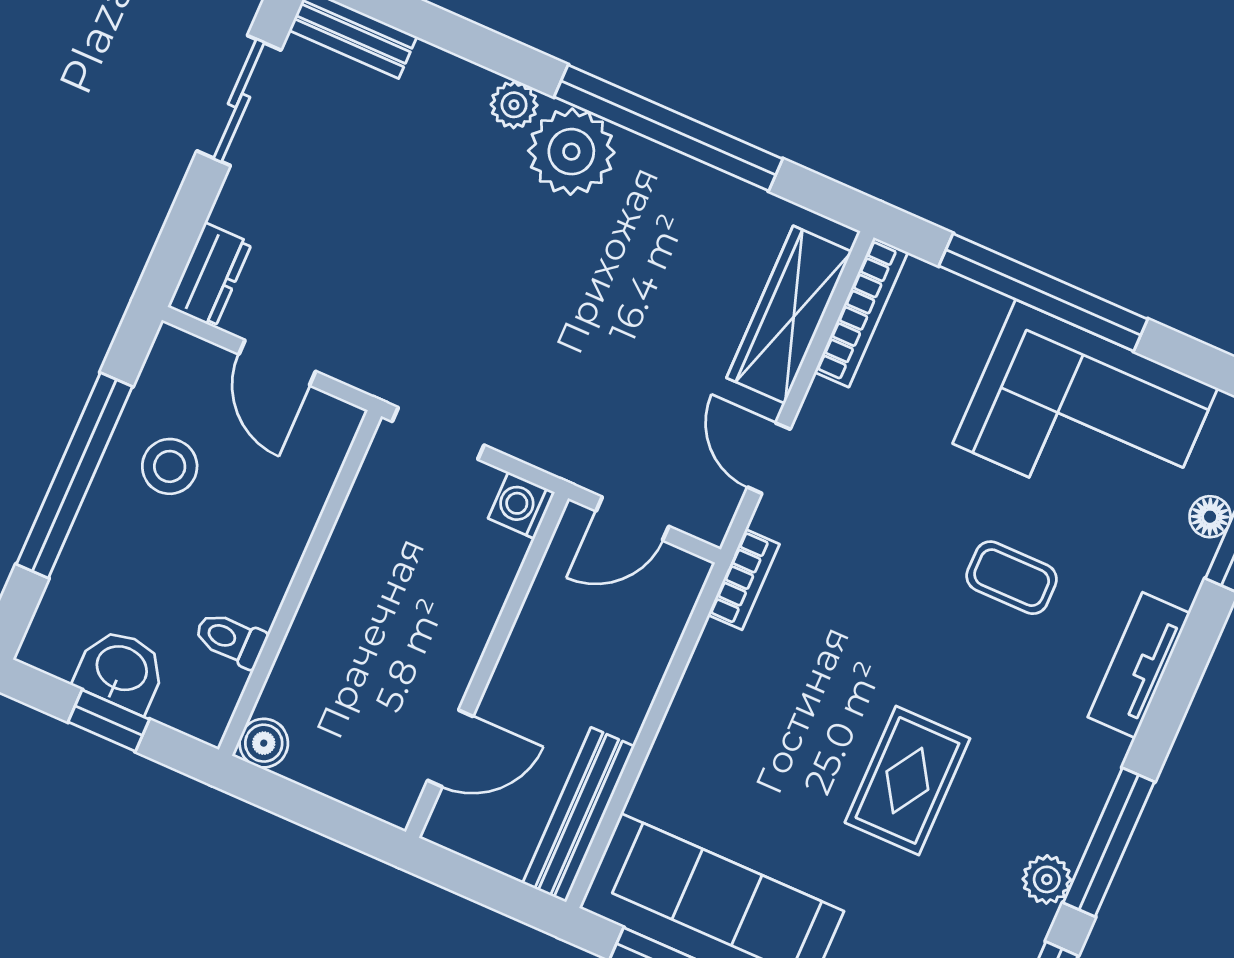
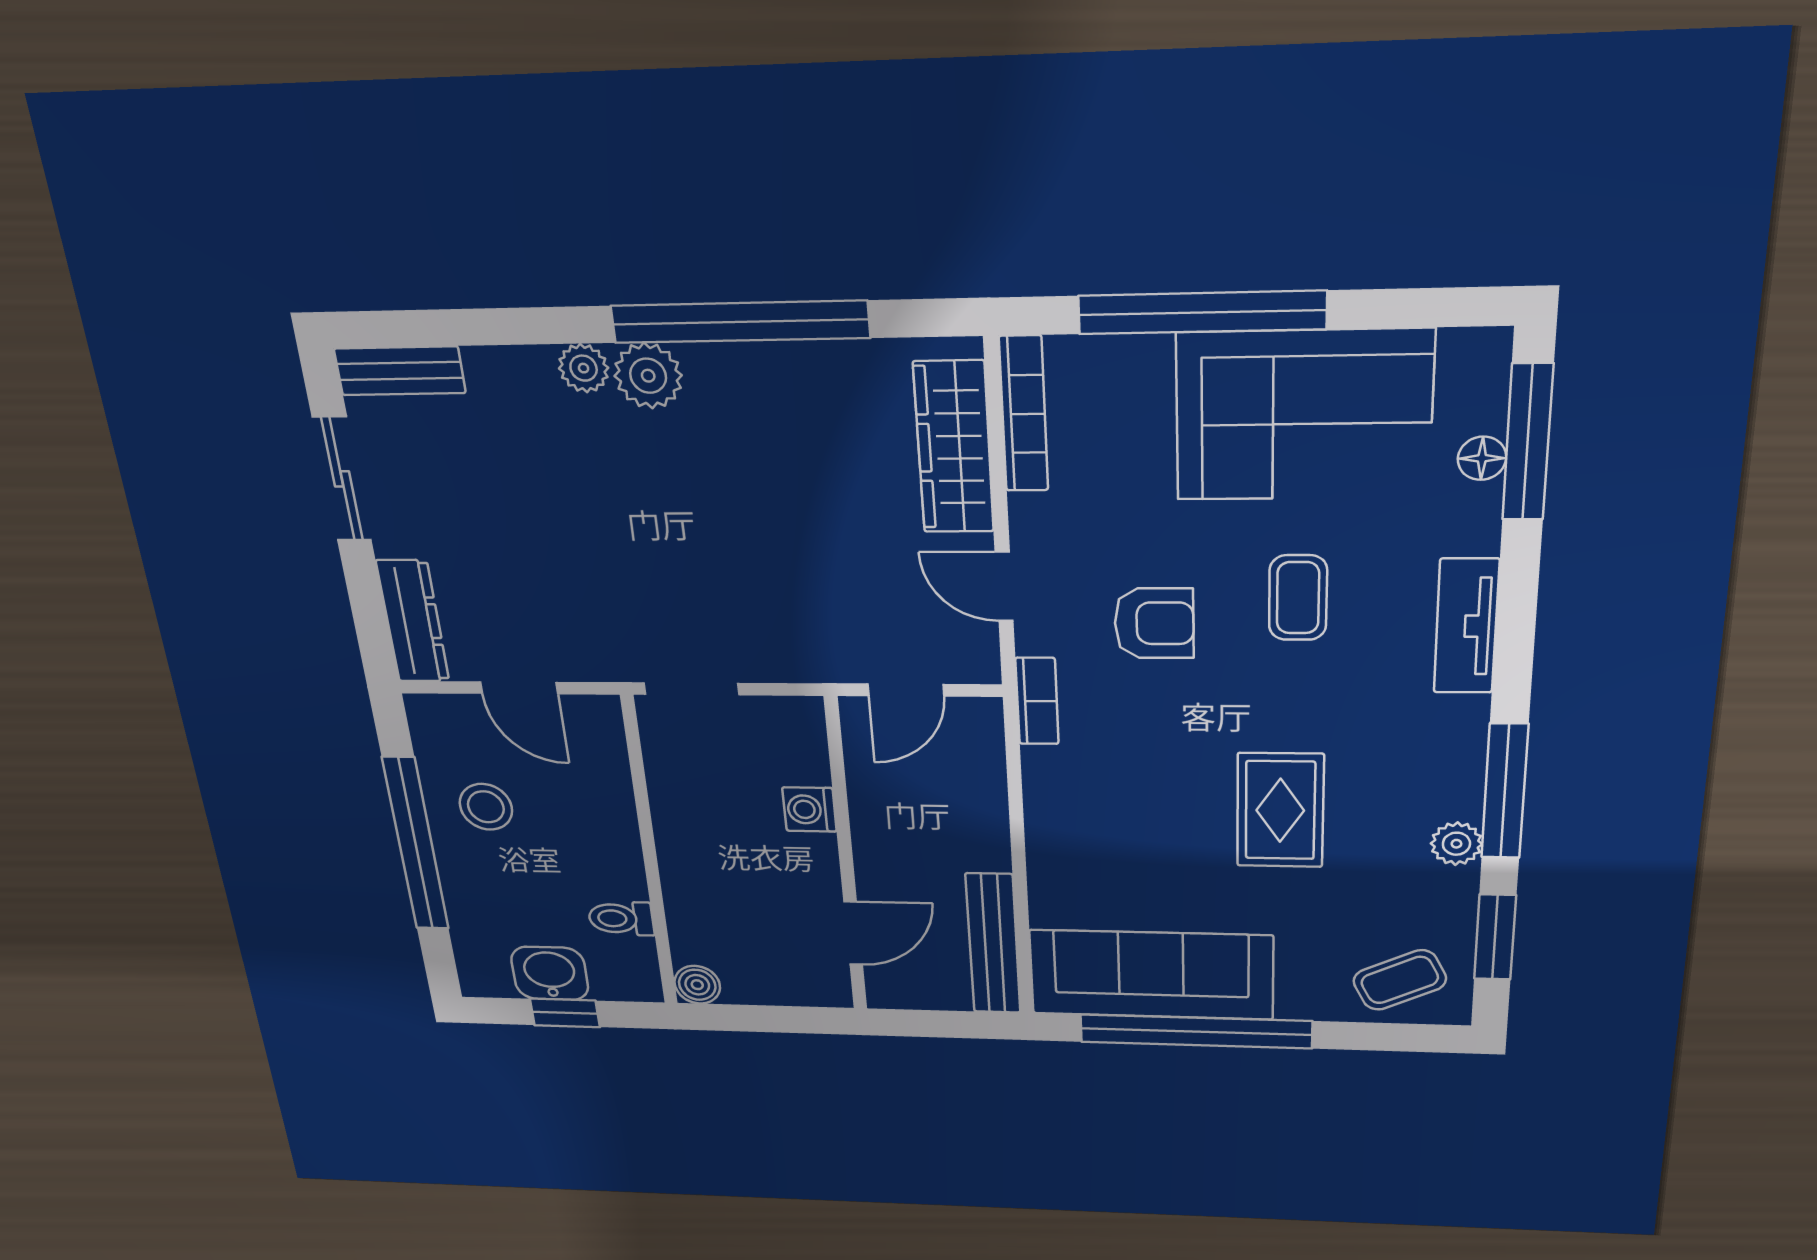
plant: (571, 152) -> (648, 376), width x0.73, depth x0.73
dresser: (210, 275) -> (413, 621), width x1.44
washing machine: (521, 505) -> (809, 809), moved
armchair: (880, 549) -> (1154, 623), added
coffee table: (1012, 578) -> (1298, 598), turned 90

